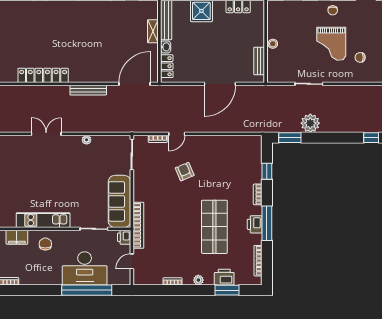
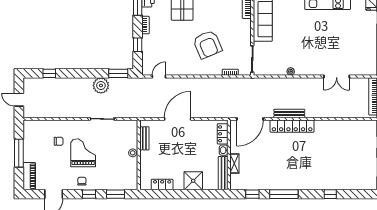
locker: (43, 75) -> (292, 126), moved
double door: (46, 134) -> (337, 76), moved
door: (177, 134) -> (159, 76), moved
armchair: (185, 172) -> (207, 44), width x1.88, depth x1.88

